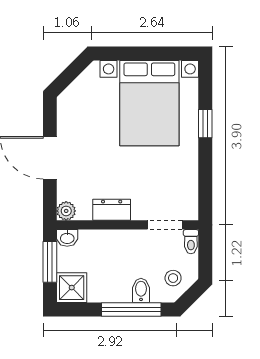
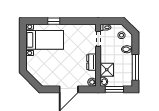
bed with nightstands: (149, 103) -> (45, 40), width x0.73
shower: (72, 288) -> (107, 70), moved
window: (131, 309) -> (135, 67), moved

